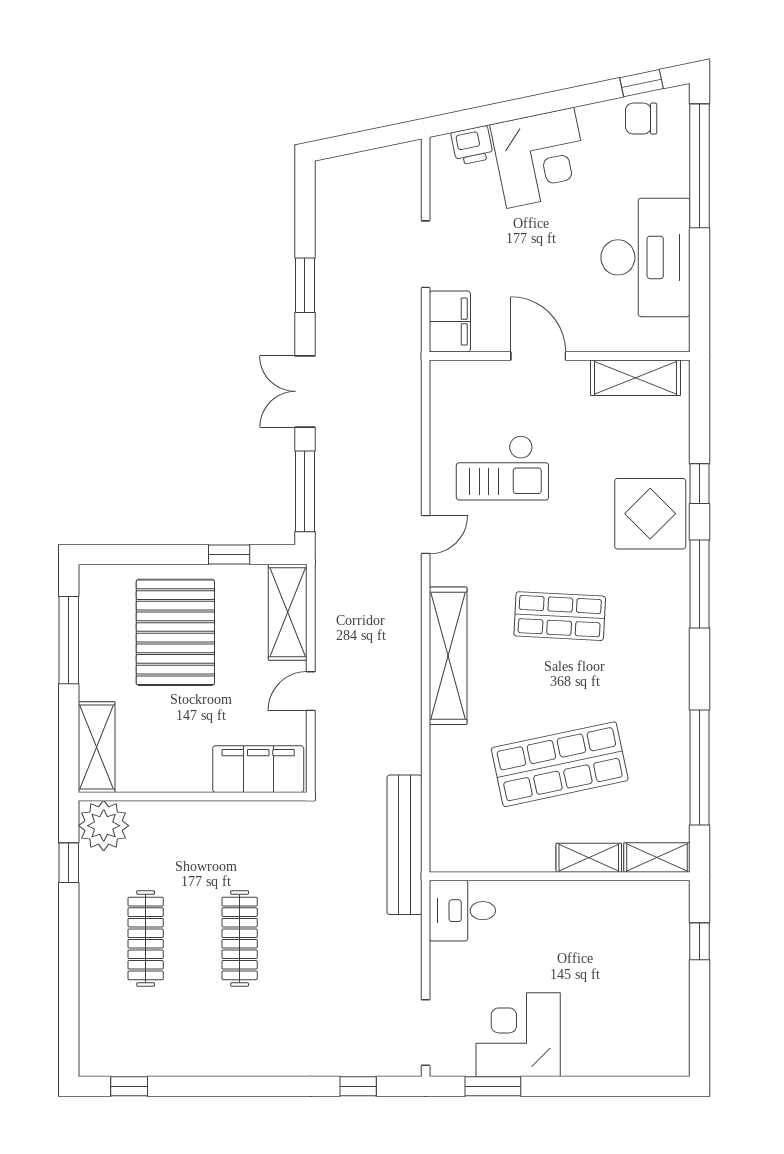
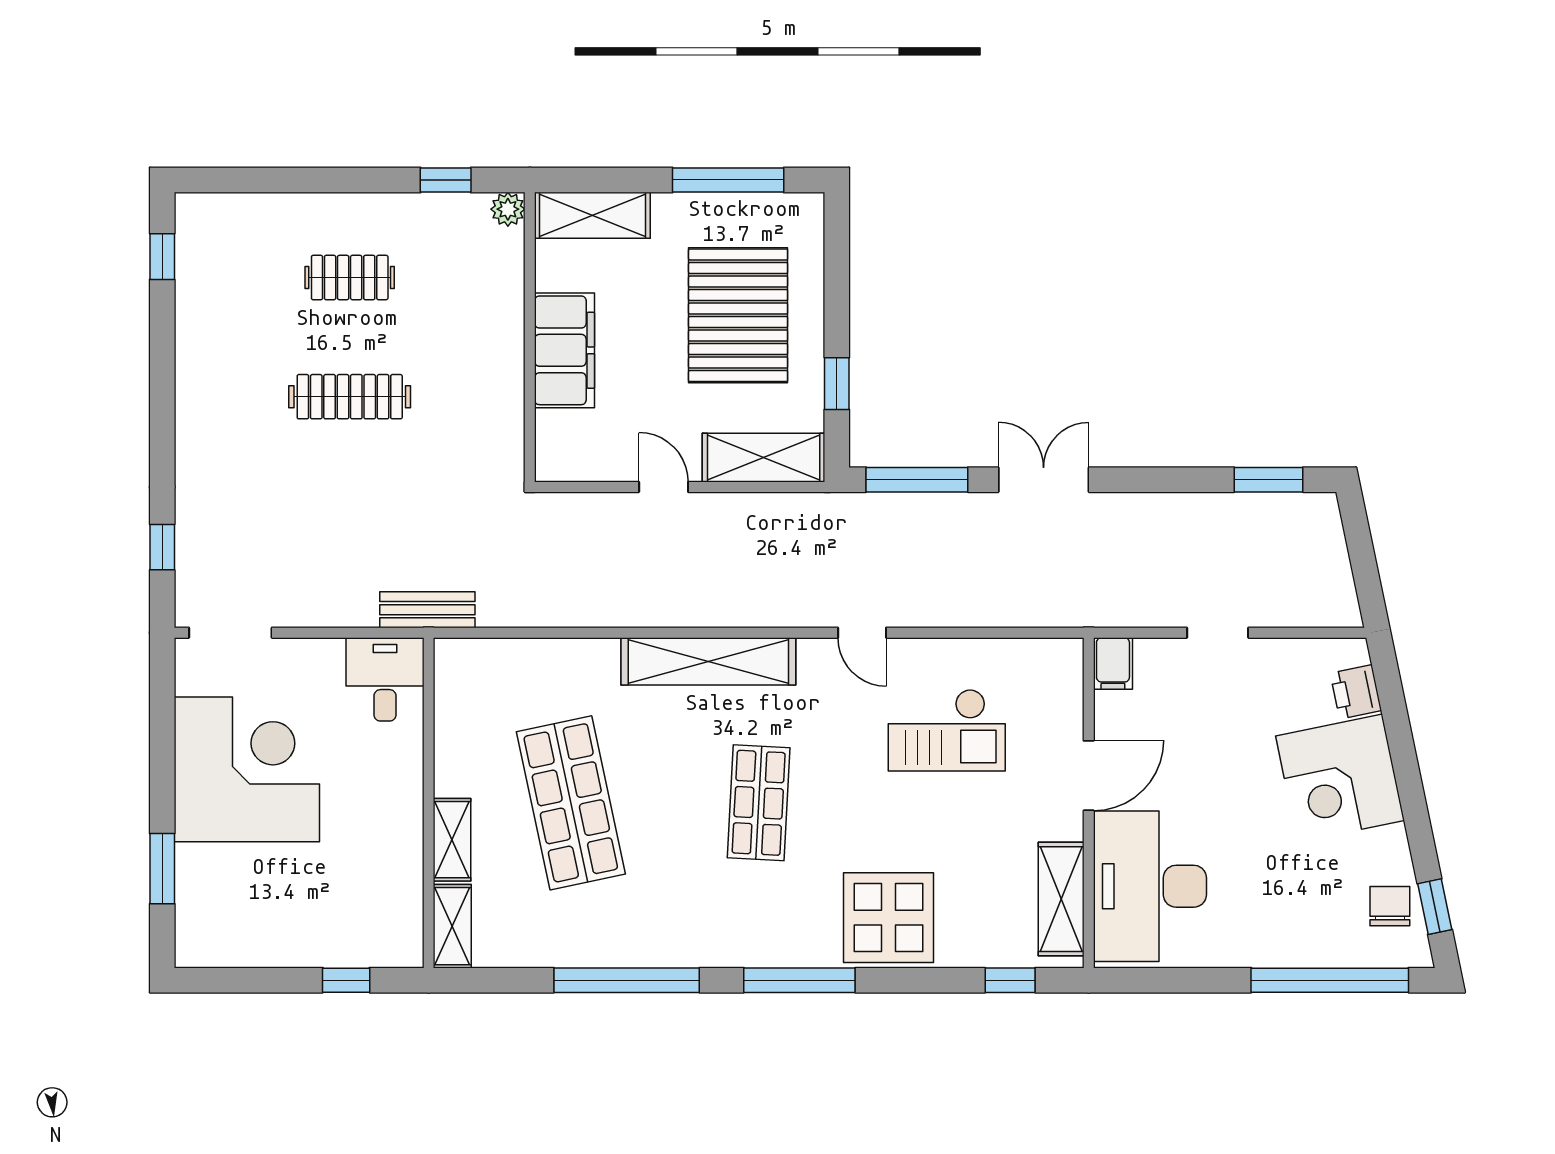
doorway: (426, 254) -> (1218, 633), width x0.73
desk: (645, 257) -> (1150, 886), moved, turned 90
window: (305, 285) -> (1268, 480), moved
filing cabinet: (450, 322) -> (1113, 663), width x0.50
checkout: (502, 468) -> (947, 730), turned -90
window: (699, 484) -> (1010, 980), moved
pallet: (175, 632) -> (738, 315), turned 90
window: (699, 767) -> (627, 980), moved
filing cabinet: (258, 769) -> (565, 350), moved
plant: (104, 826) -> (508, 209), width x0.53, depth x0.53
bench: (404, 845) -> (427, 610), width x0.54, depth x0.82
clothes rail: (146, 938) -> (350, 278), width x0.73
corner desk: (518, 1035) -> (247, 769), width x1.36, depth x1.36
window: (493, 1086) -> (162, 869), moved

